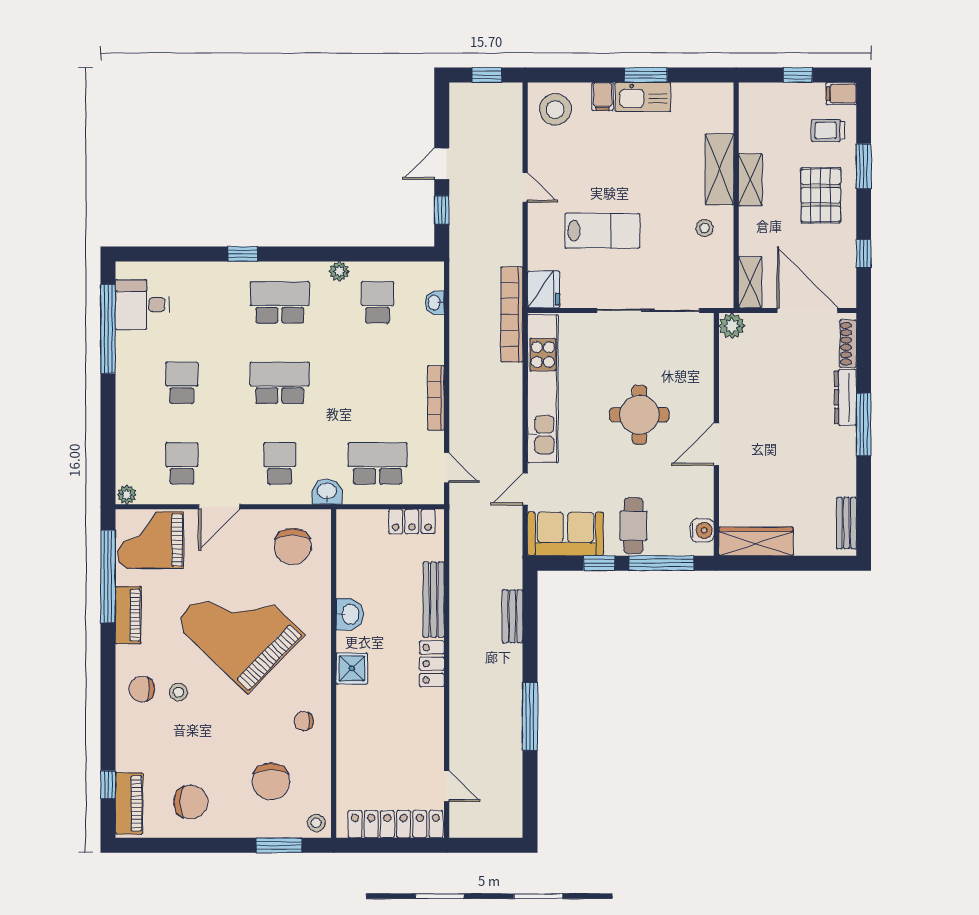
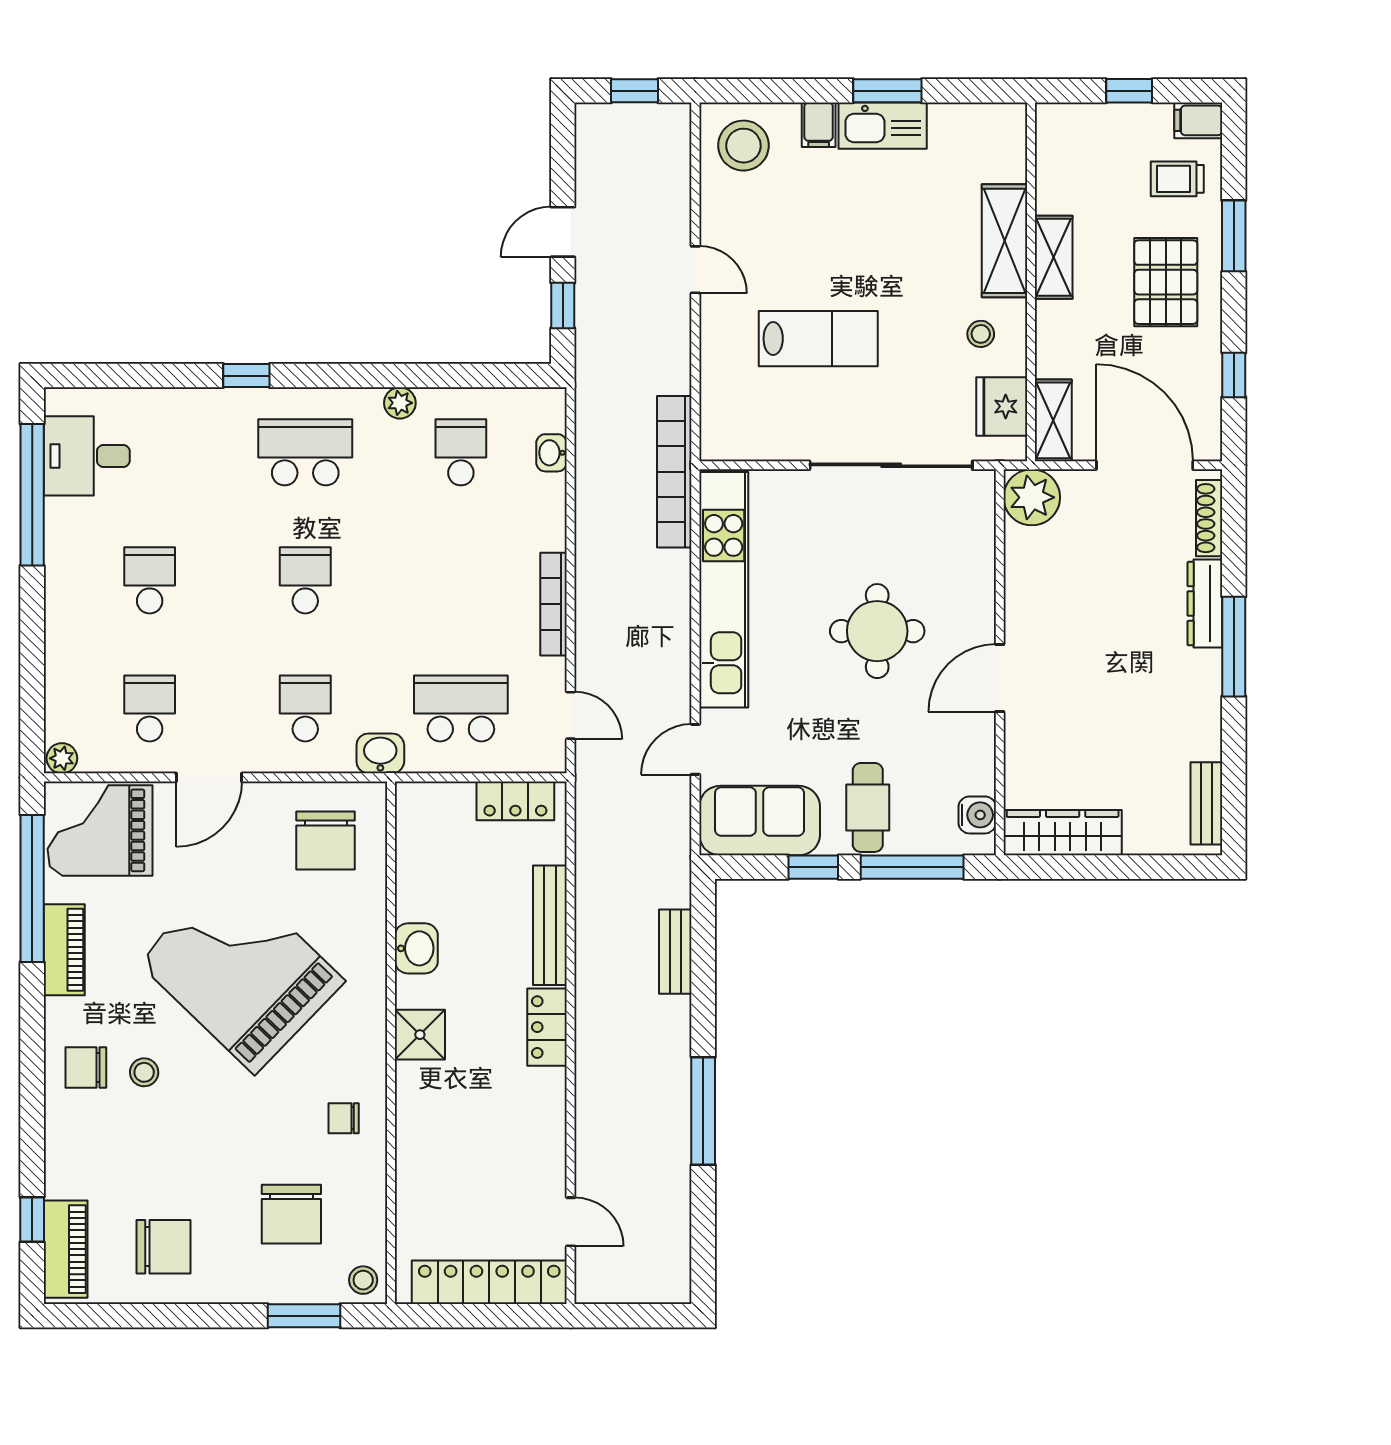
fridge: (543, 289) -> (1002, 406), moved, turned 180
plant: (732, 326) -> (1032, 497), width x1.36, depth x1.36
school desk: (280, 383) -> (305, 580), width x0.54

